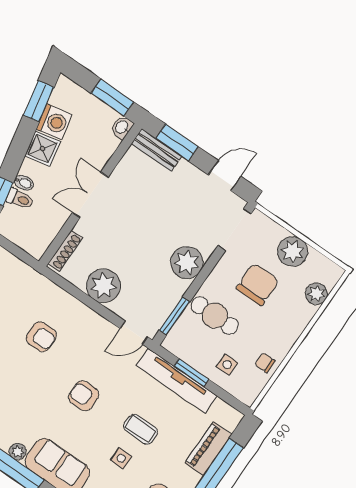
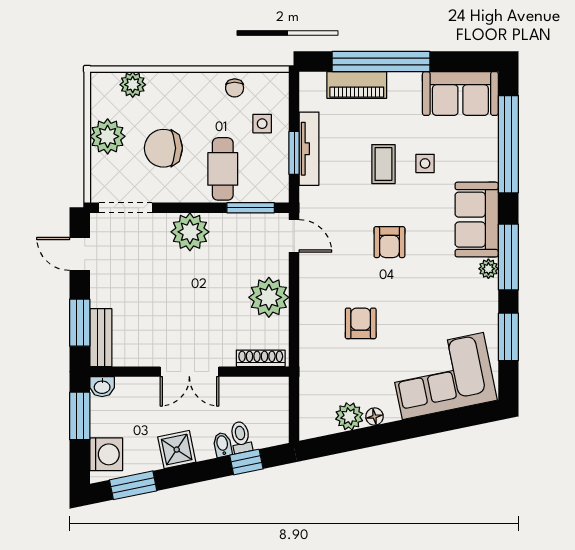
washing machine: (54, 122) -> (106, 454), moved, turned 102
tv unit: (177, 381) -> (309, 149), width x0.73, depth x0.78

